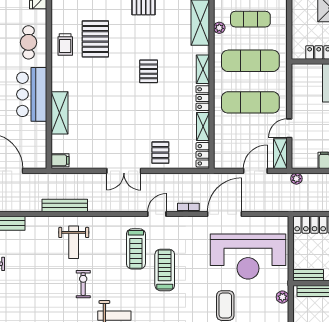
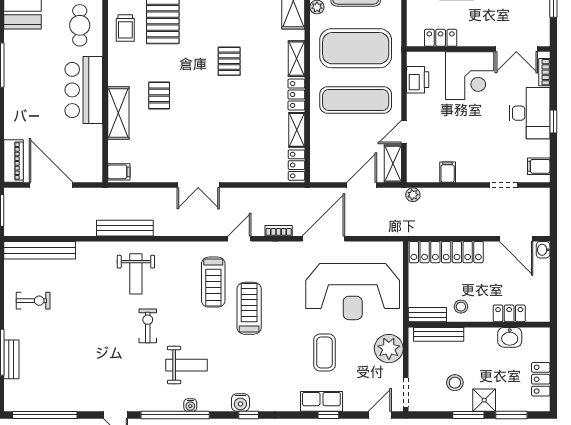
exercise mat: (250, 61) -> (356, 48), width x1.47
printer: (300, 86) -> (418, 80), added
pallet: (160, 153) -> (159, 95), moved
plant: (282, 297) -> (389, 349), width x1.88, depth x1.88

